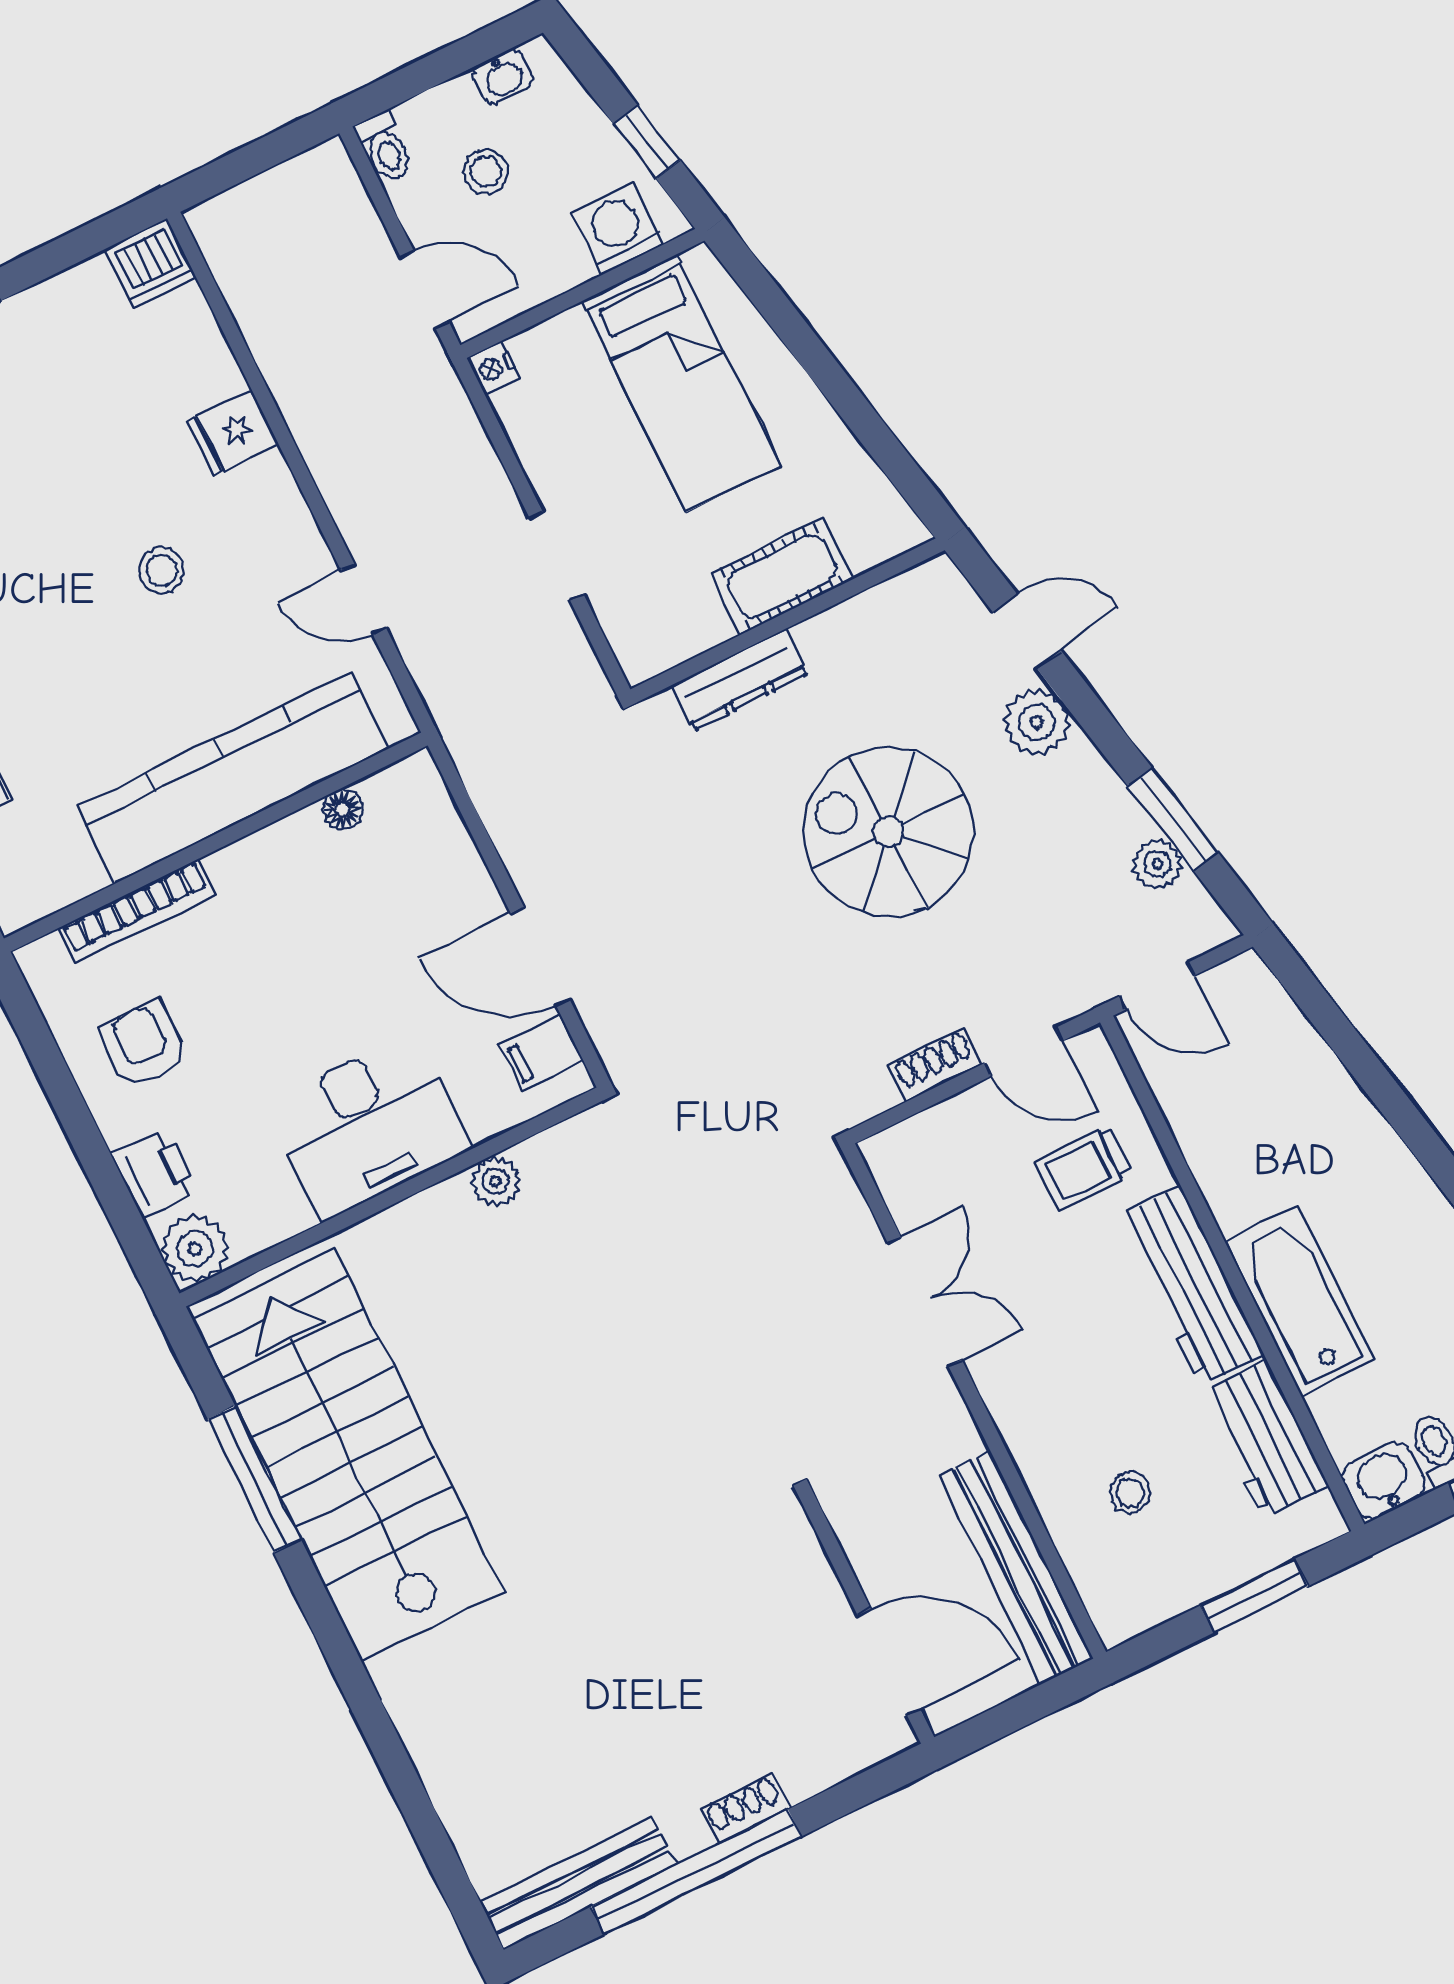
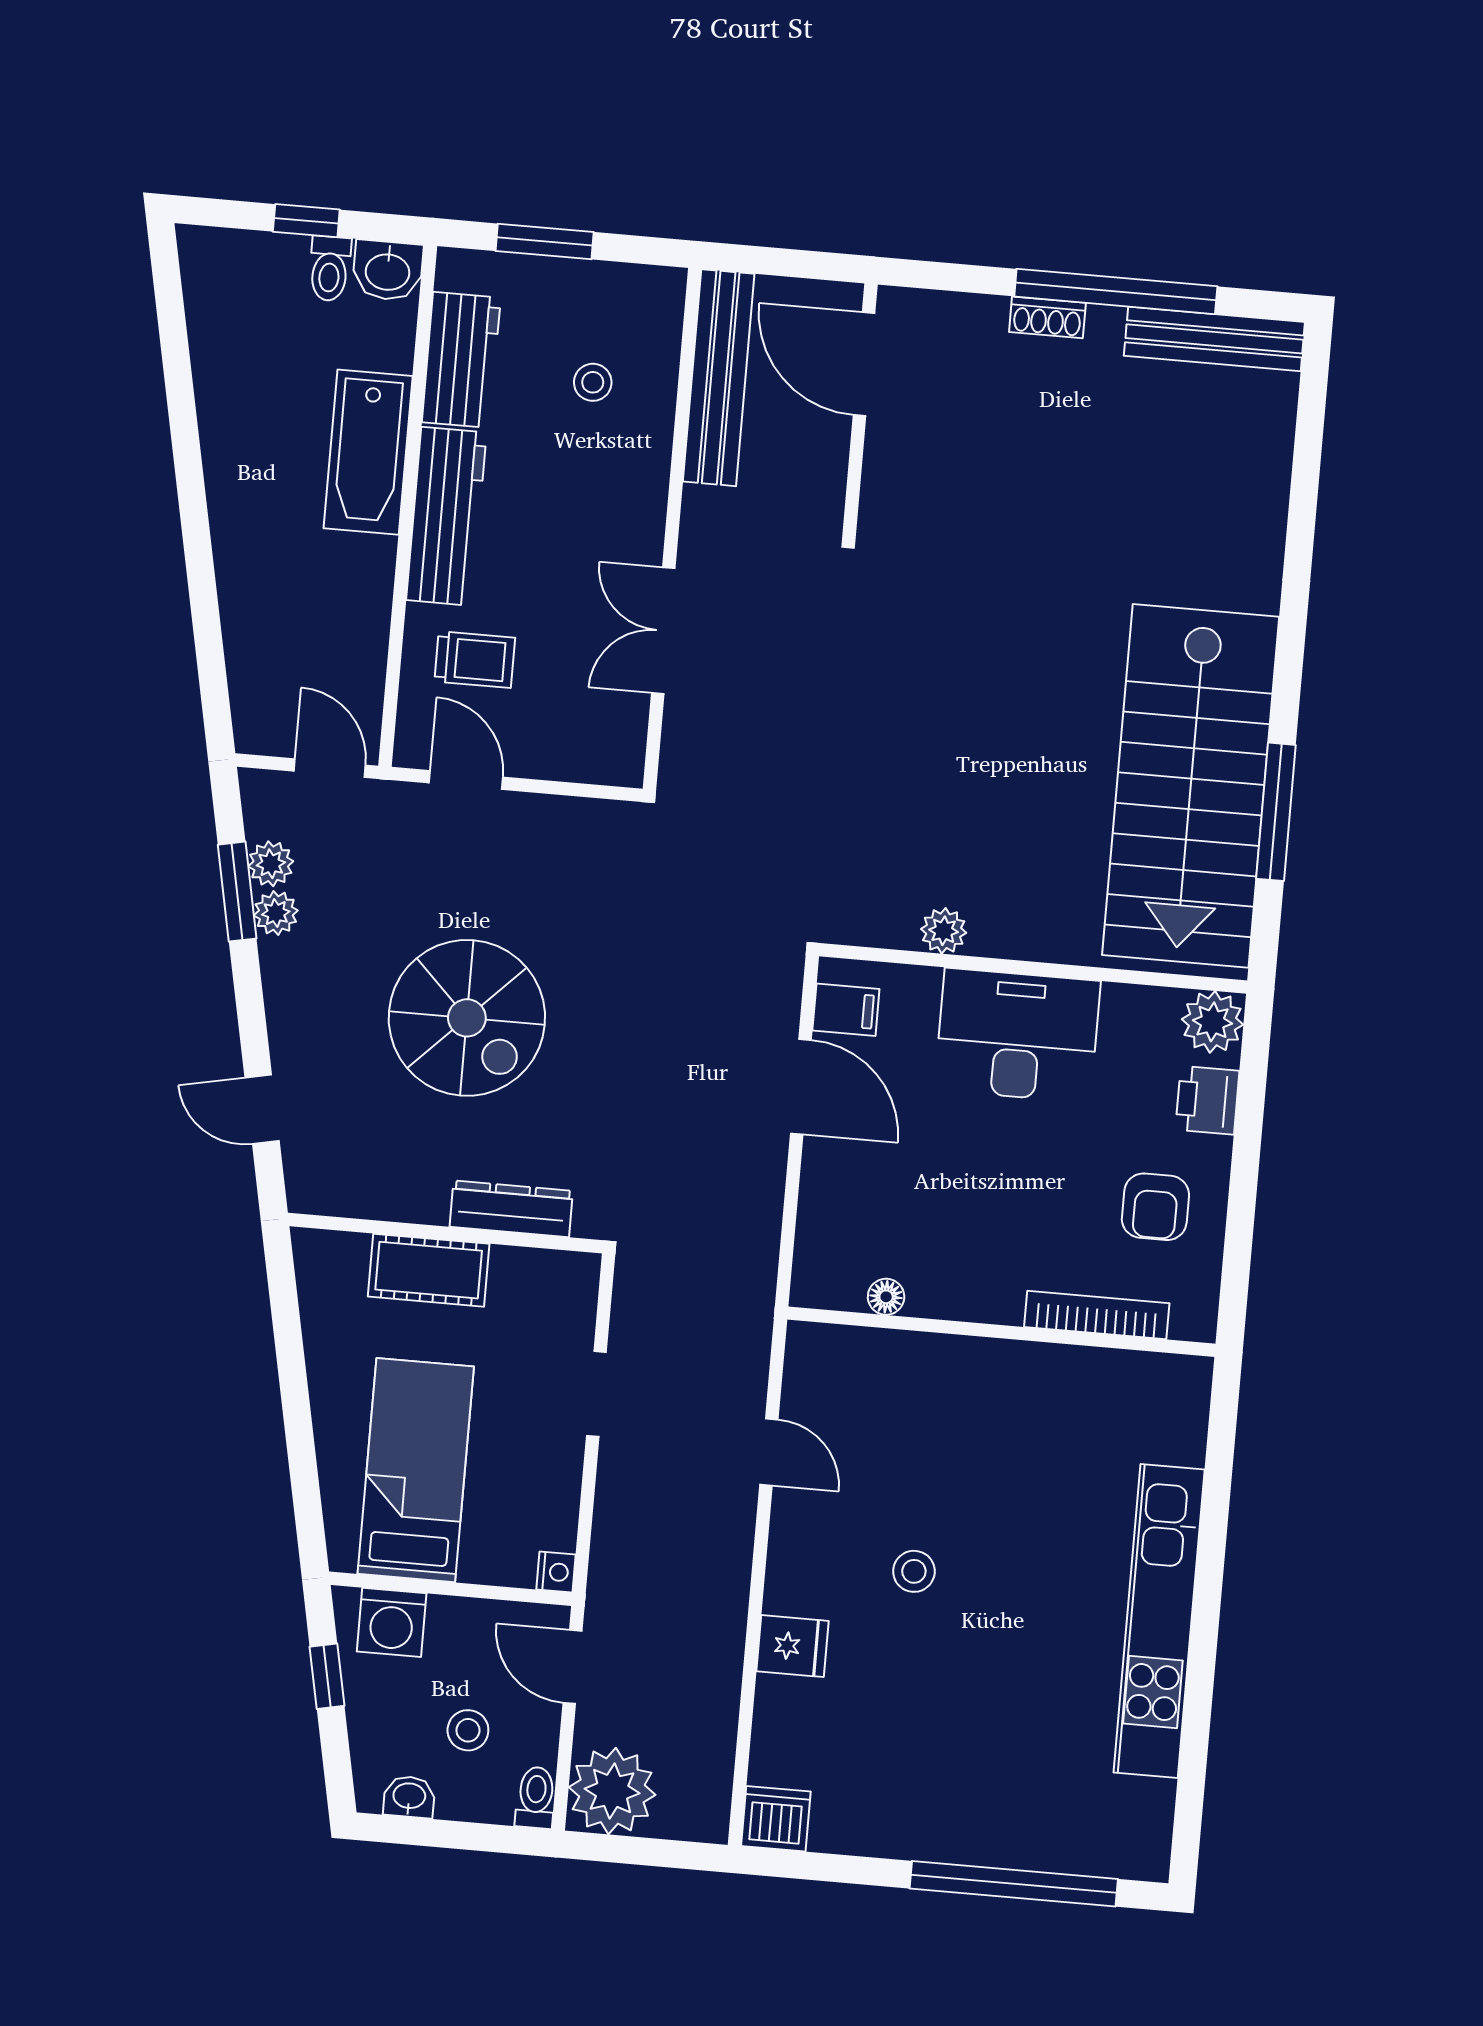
plant: (318, 197) -> (612, 1791), added
plant: (1037, 722) -> (276, 913), moved, width x0.73, depth x0.73
kitchen counter: (233, 778) -> (957, 1374), removed
shoe rack: (935, 1065) -> (541, 812), removed

